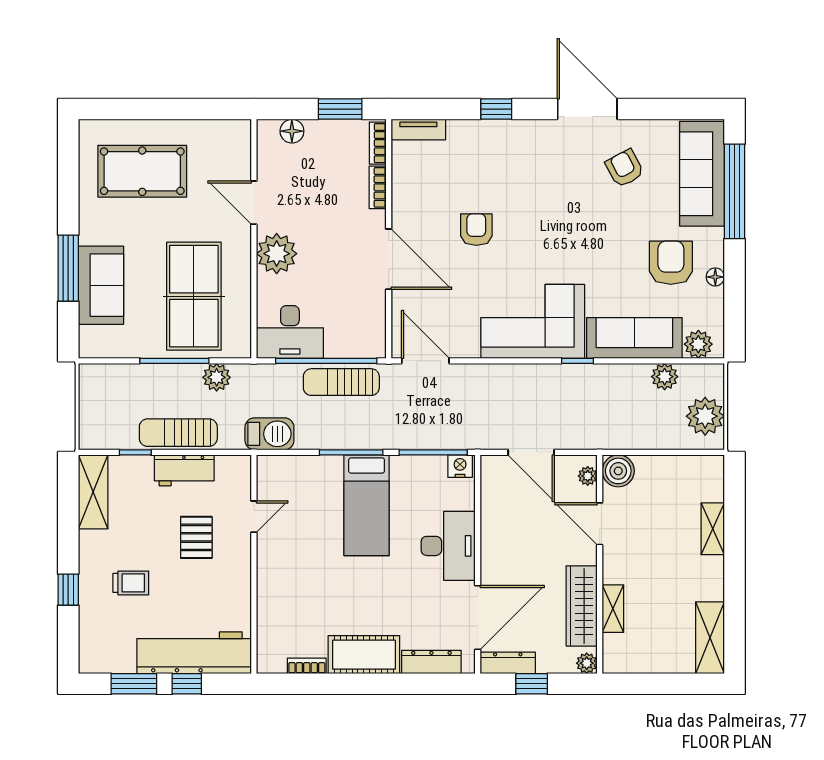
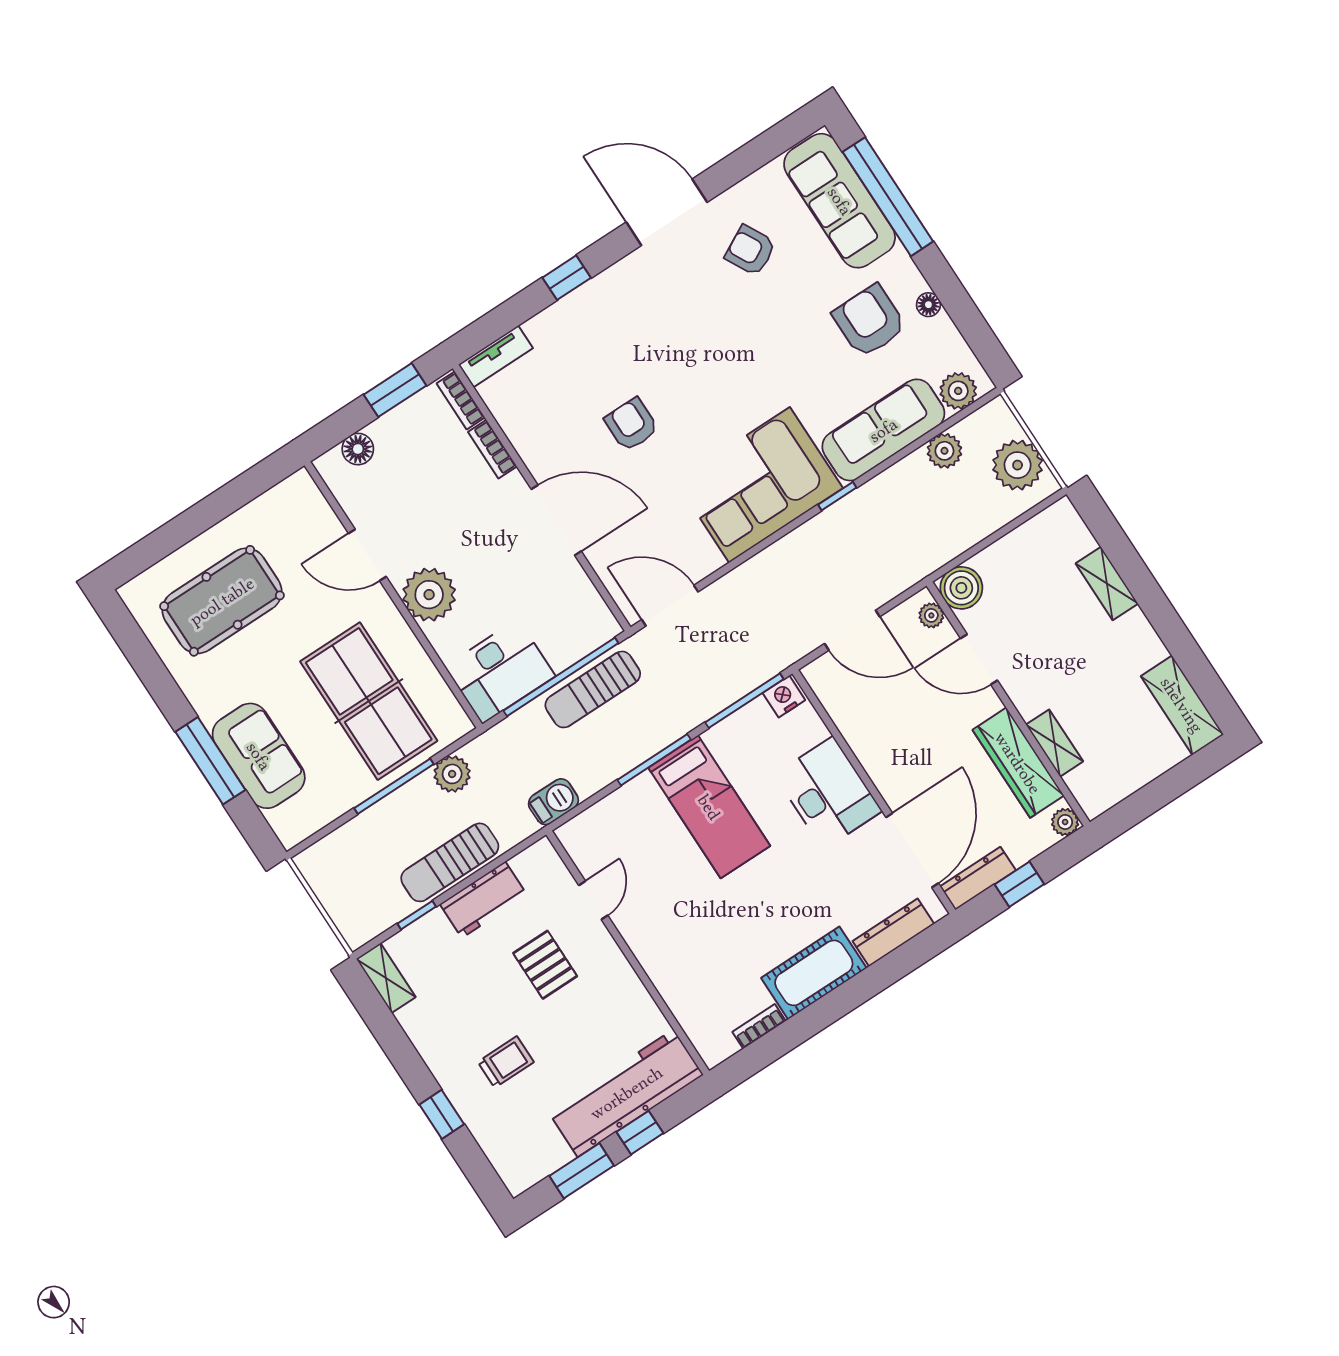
barbecue: (269, 434) -> (553, 802), width x0.73, depth x0.79
shelving: (93, 492) -> (386, 978), width x0.67, depth x0.75

